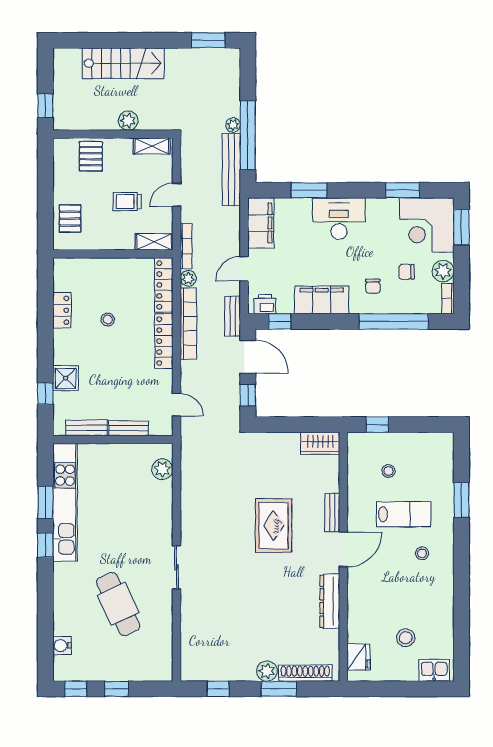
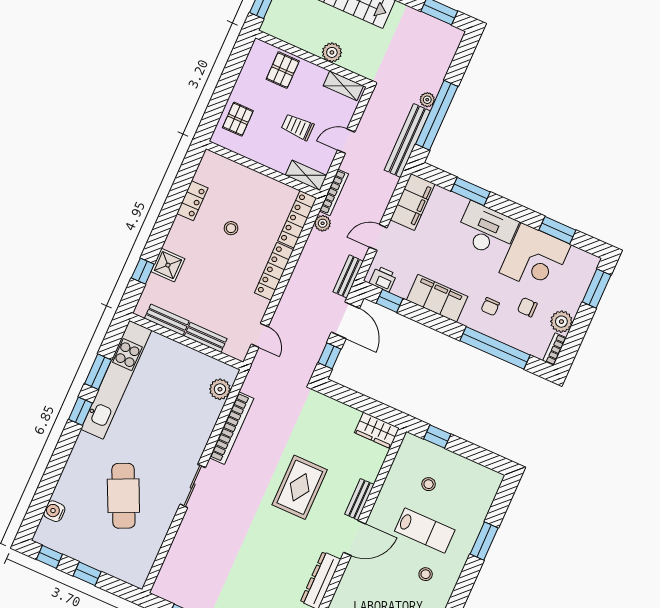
corner desk: (427, 225) -> (535, 259), moved, turned -90
bookcase: (188, 324) -> (232, 428), moved

